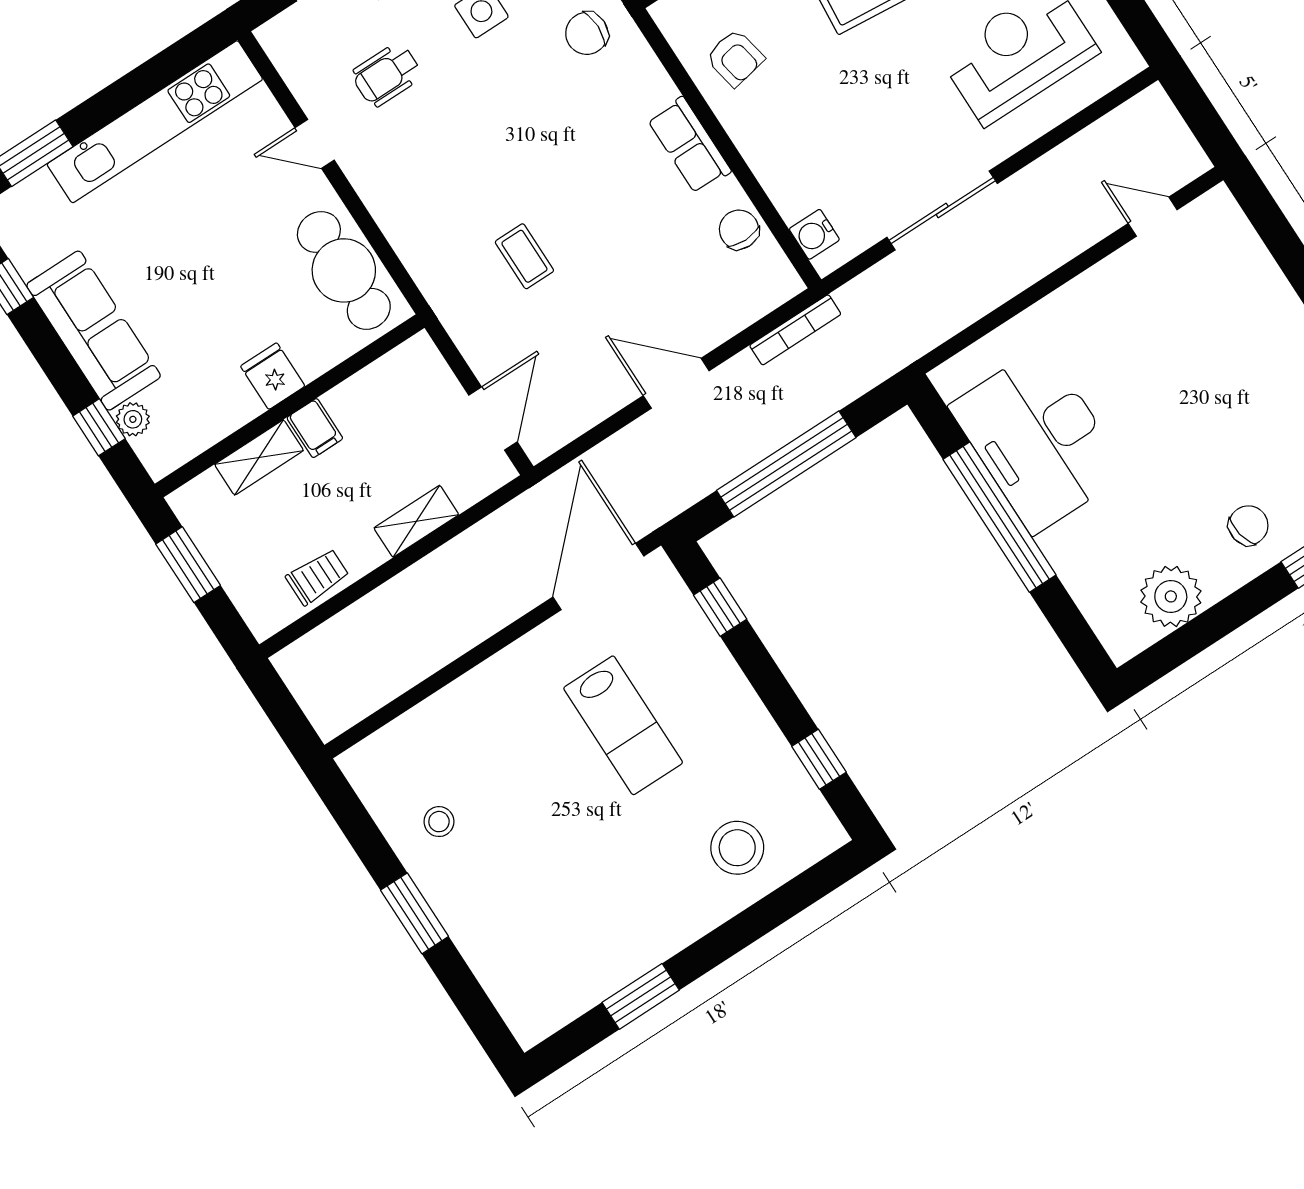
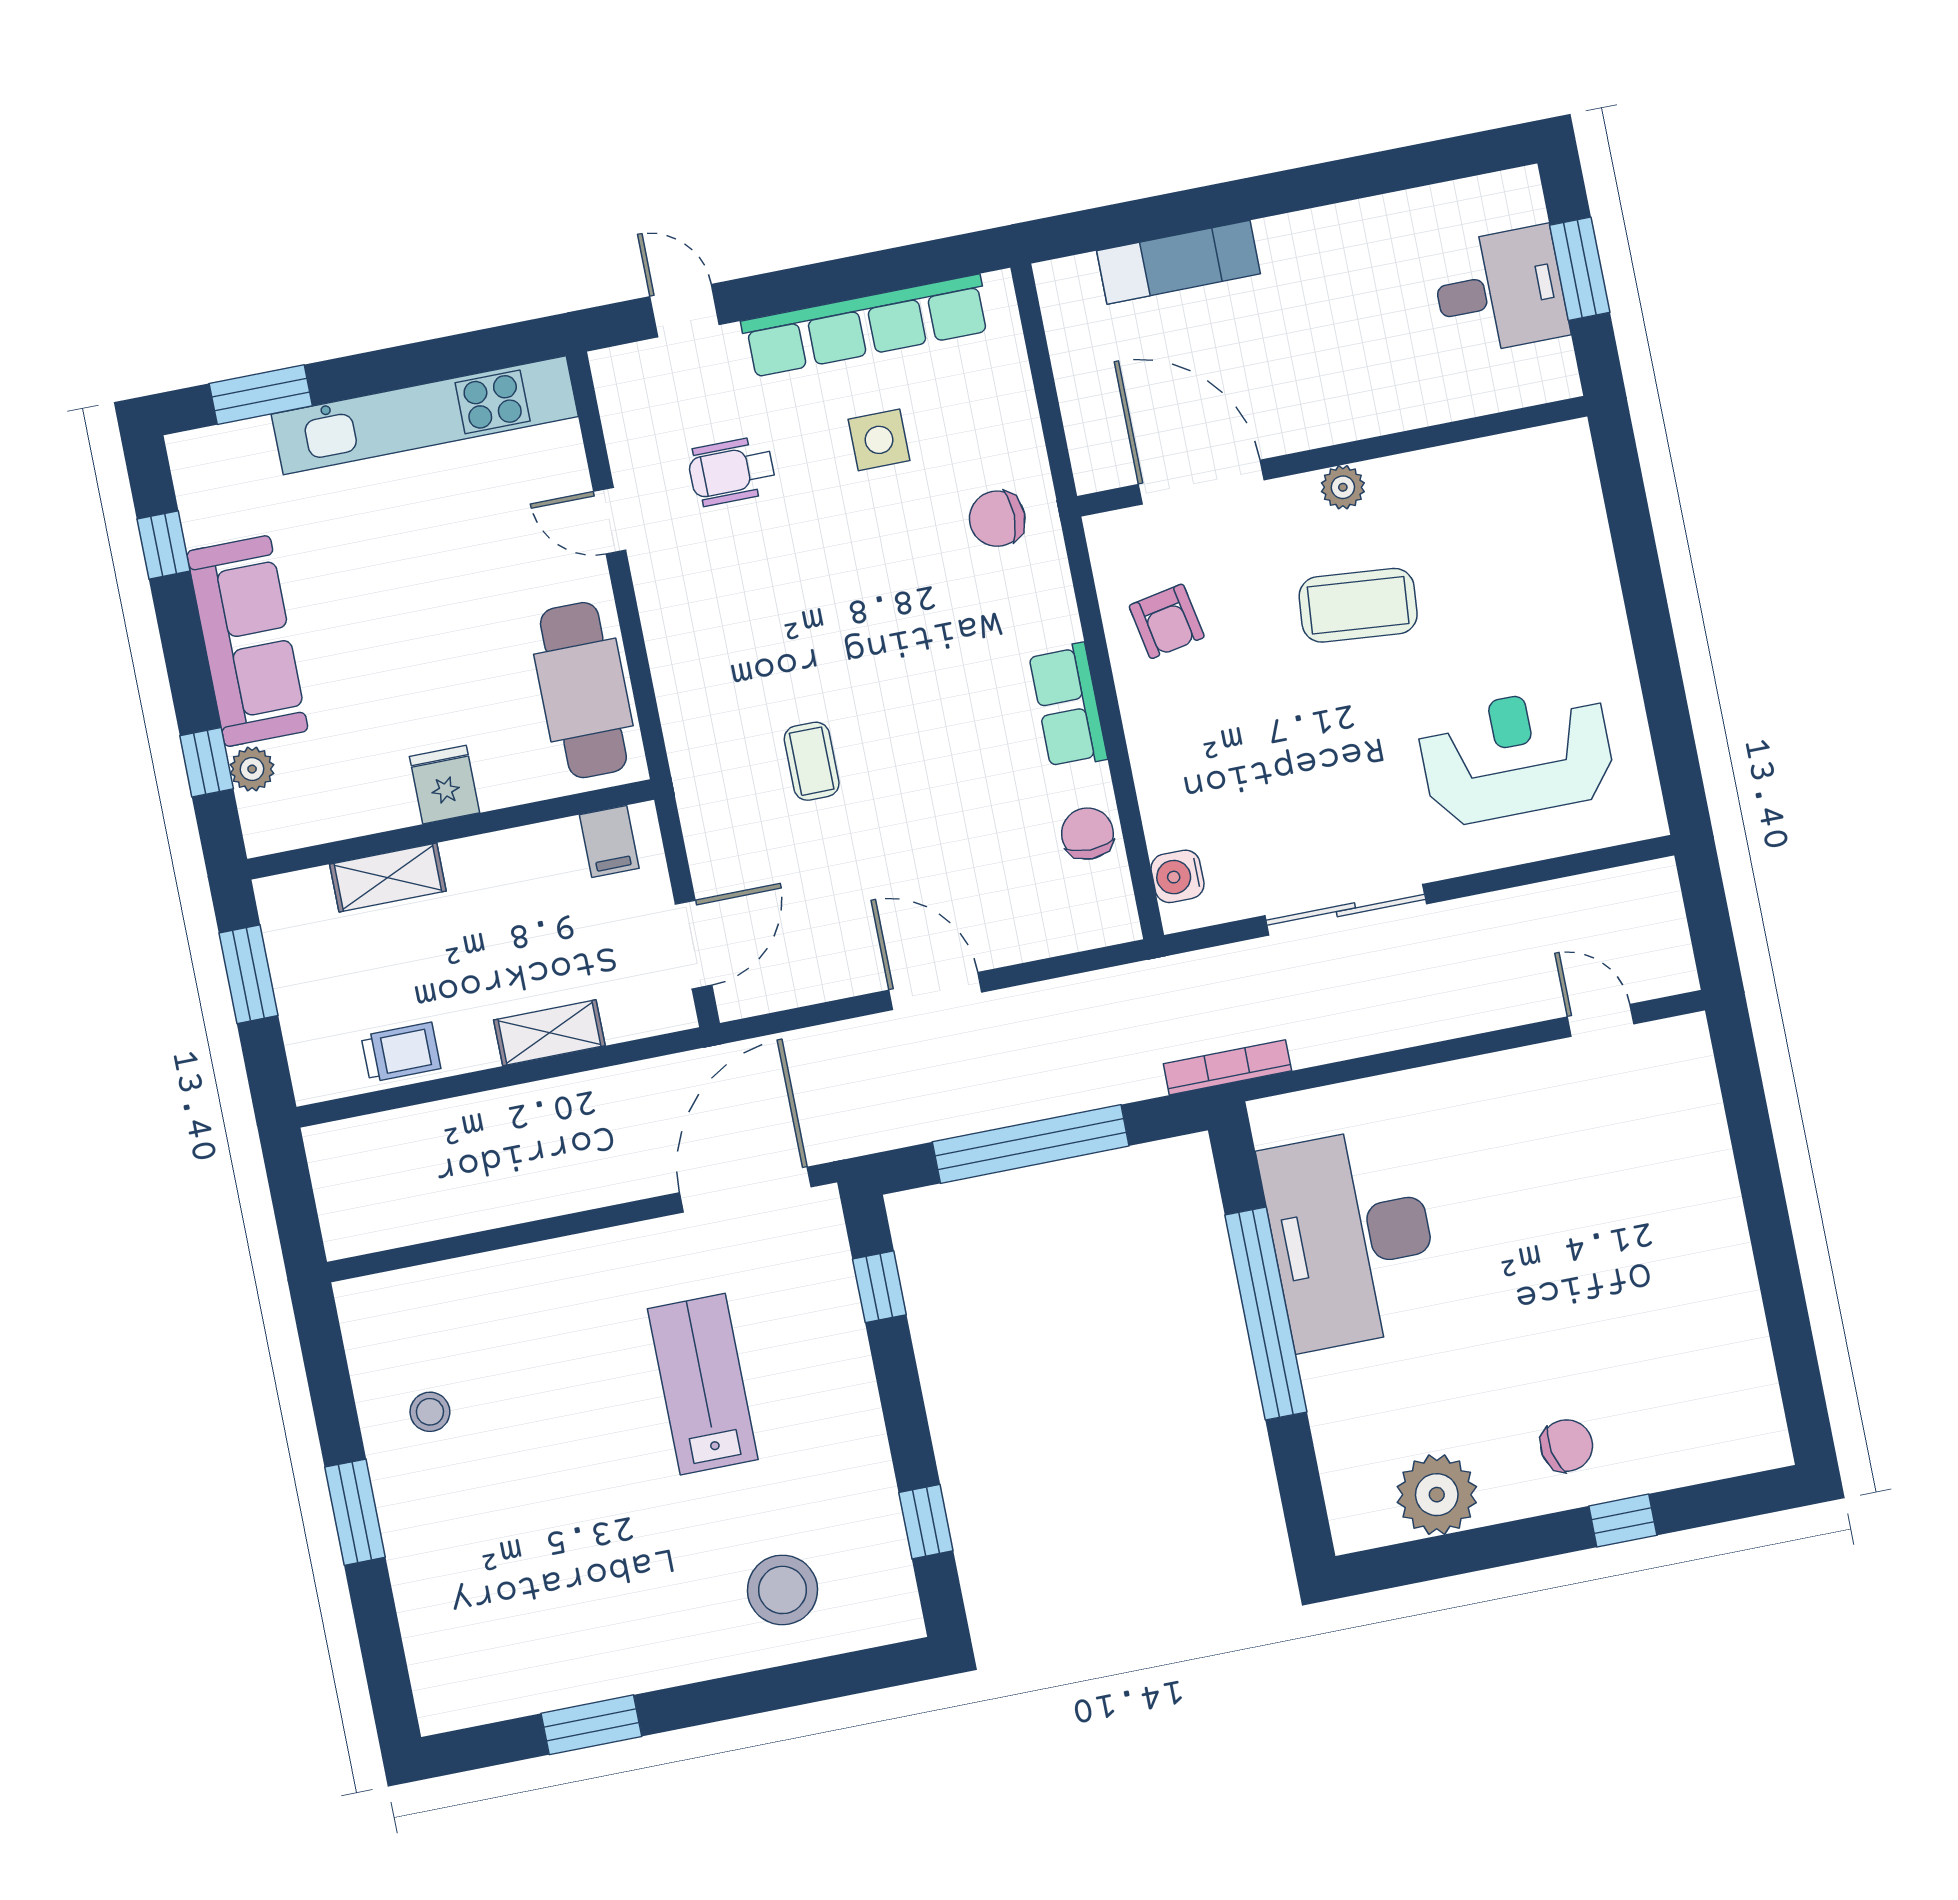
bookcase: (795, 330) -> (1227, 1067), moved, turned 180
filing cabinet: (315, 428) -> (609, 842), moved
lab bench: (623, 725) -> (703, 1384), turned 180

